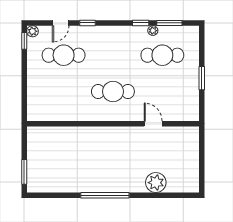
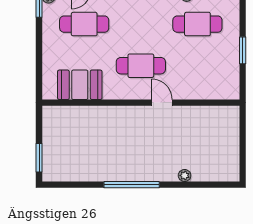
booth: (60, 108) -> (80, 85), added
door: (153, 124) -> (162, 103), moved
plant: (156, 183) -> (185, 175), width x0.53, depth x0.53

